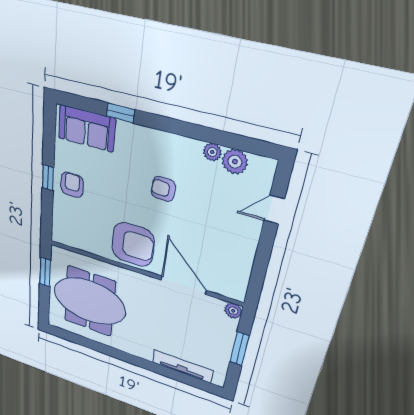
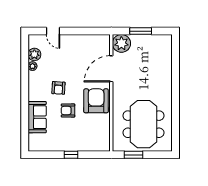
window: (120, 113) -> (25, 115), removed
sofa: (87, 128) -> (37, 117), moved
armchair: (72, 185) -> (68, 111), moved
plant: (233, 311) -> (121, 43), width x1.88, depth x1.88
tv unit: (182, 366) -> (167, 61), removed

